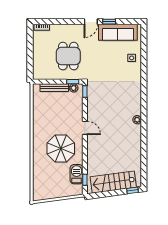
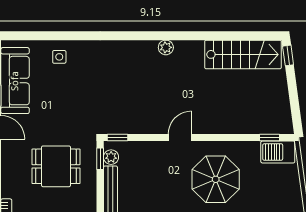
barbecue: (77, 174) -> (278, 152), moved
stairs: (113, 182) -> (243, 54), moved, turned -82

